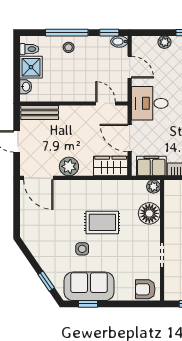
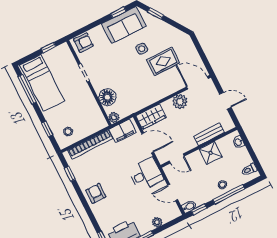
shower: (31, 67) -> (211, 153), moved
bench: (40, 113) -> (209, 134), moved
rug: (102, 222) -> (163, 61), moved

